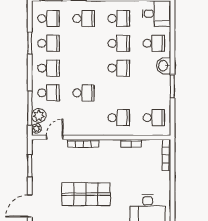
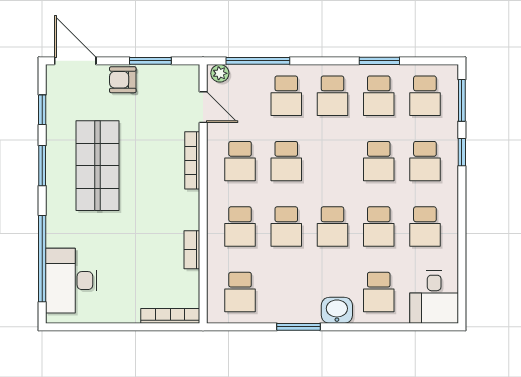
school desk: (84, 43) -> (379, 161), added
school desk: (119, 93) -> (286, 227), added
plant: (39, 116) -> (244, 78), removed
school desk: (84, 118) -> (240, 161), added
armchair: (40, 181) -> (123, 80), added

